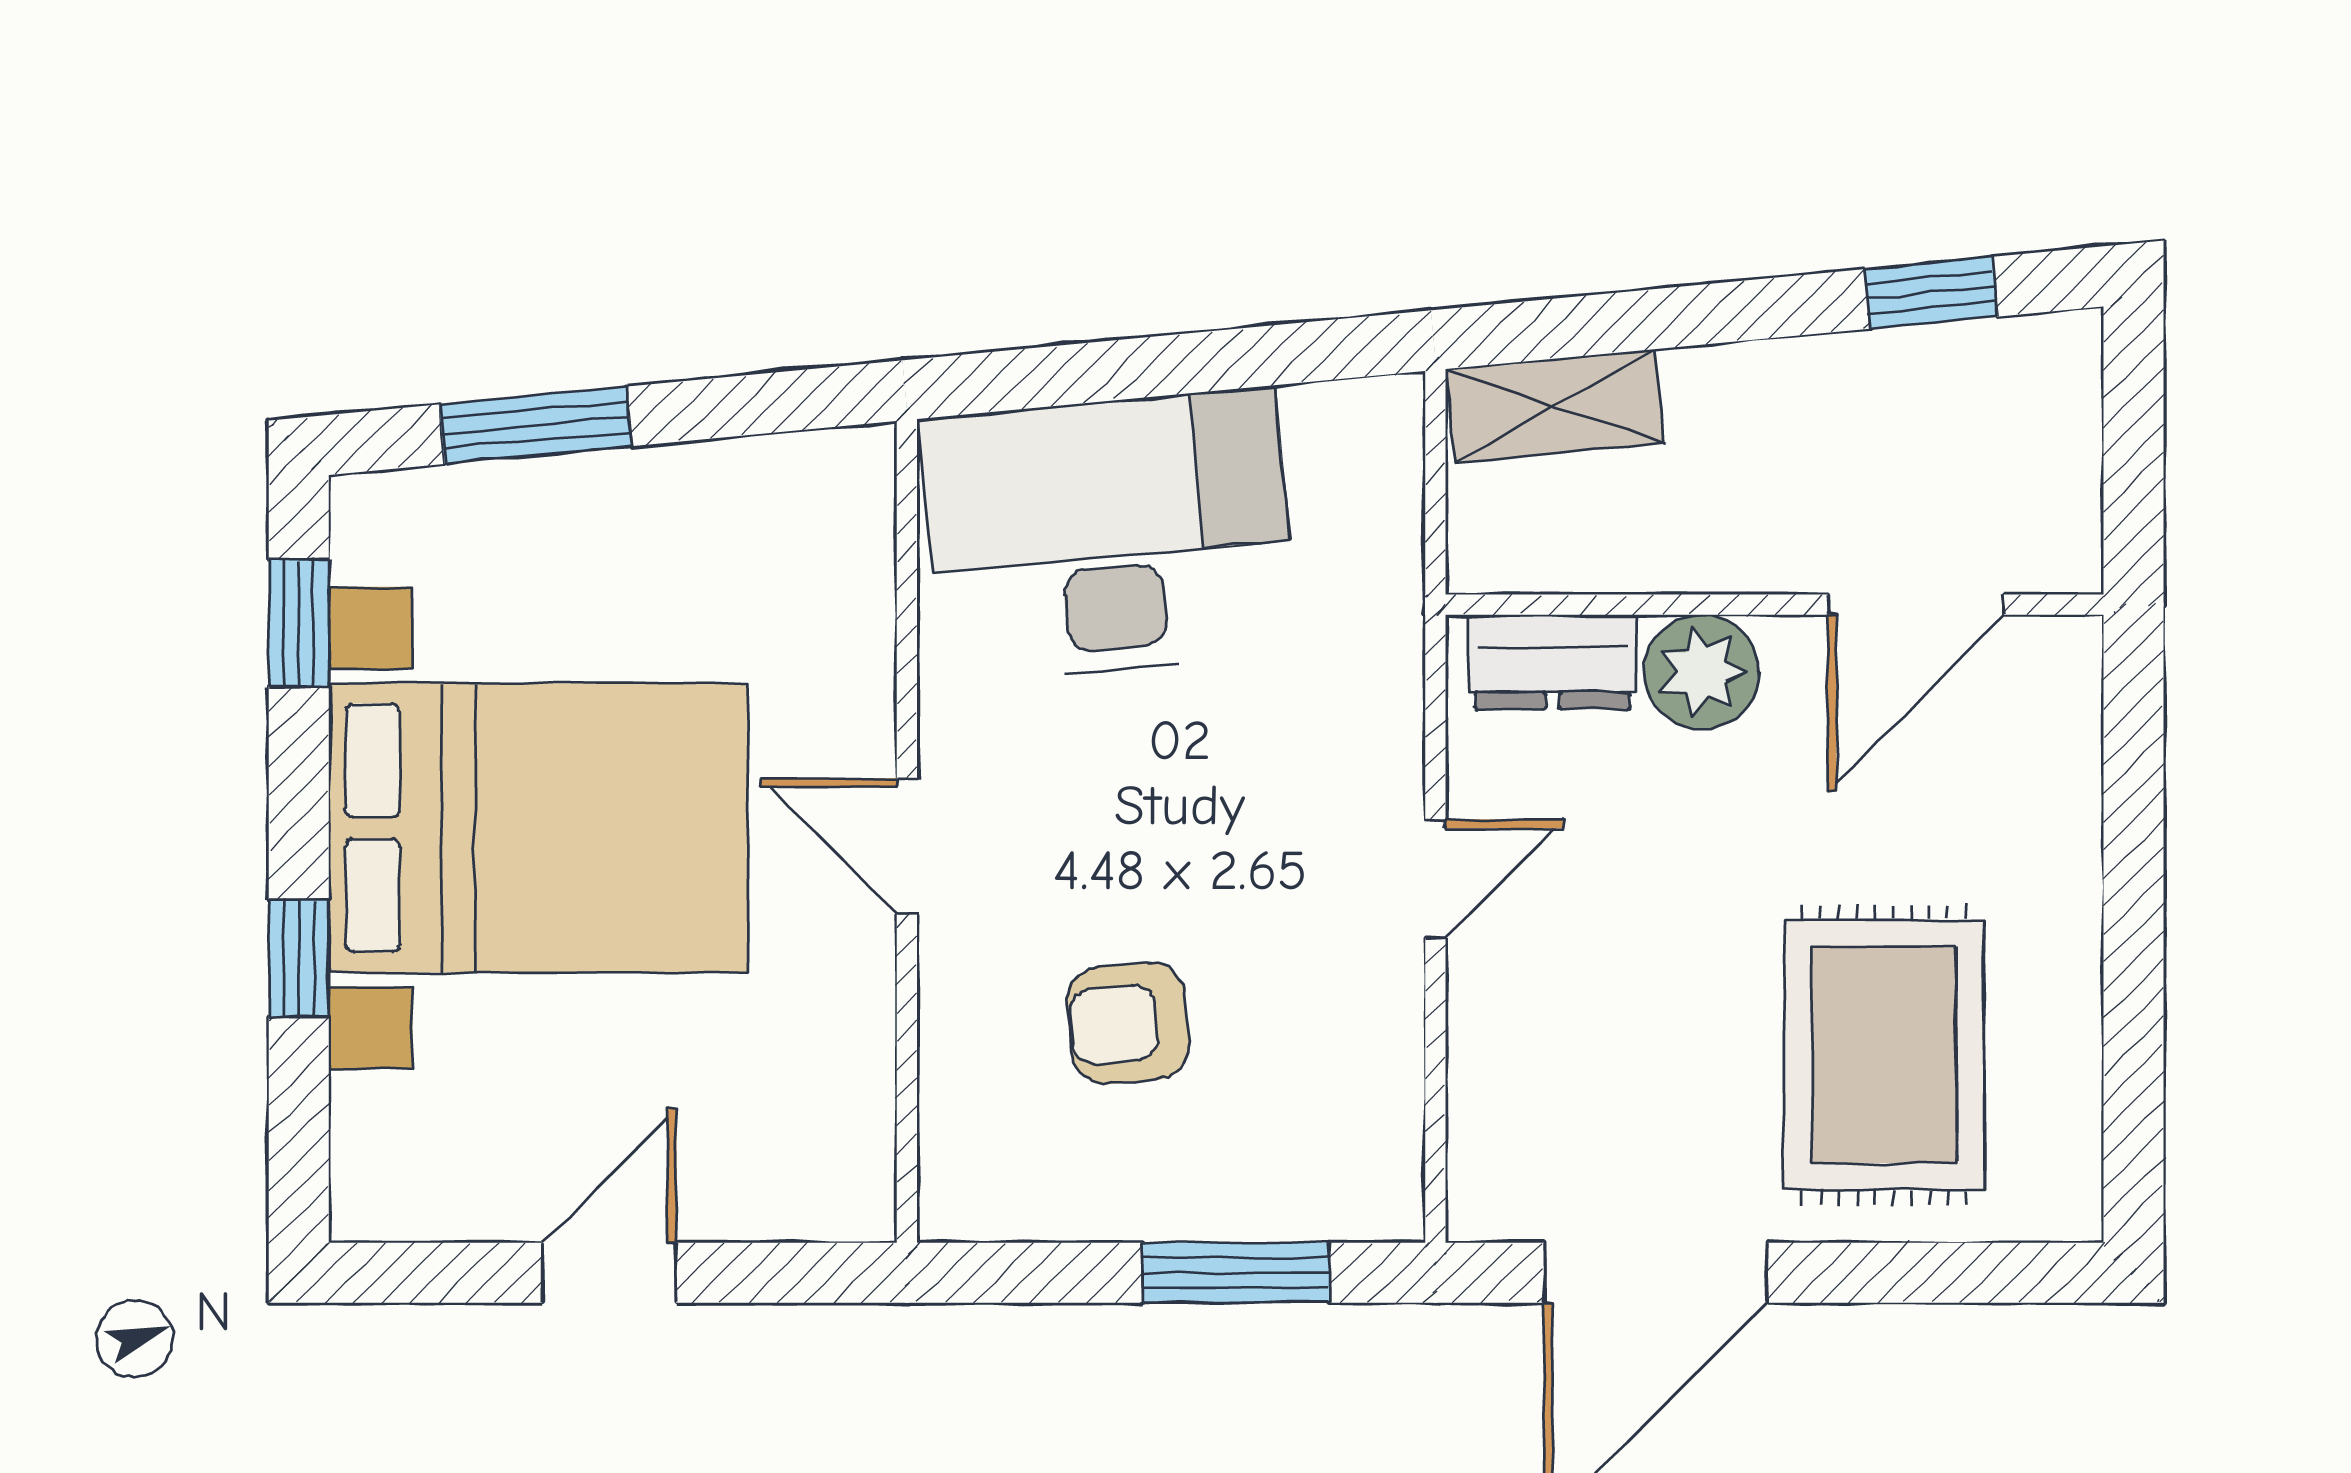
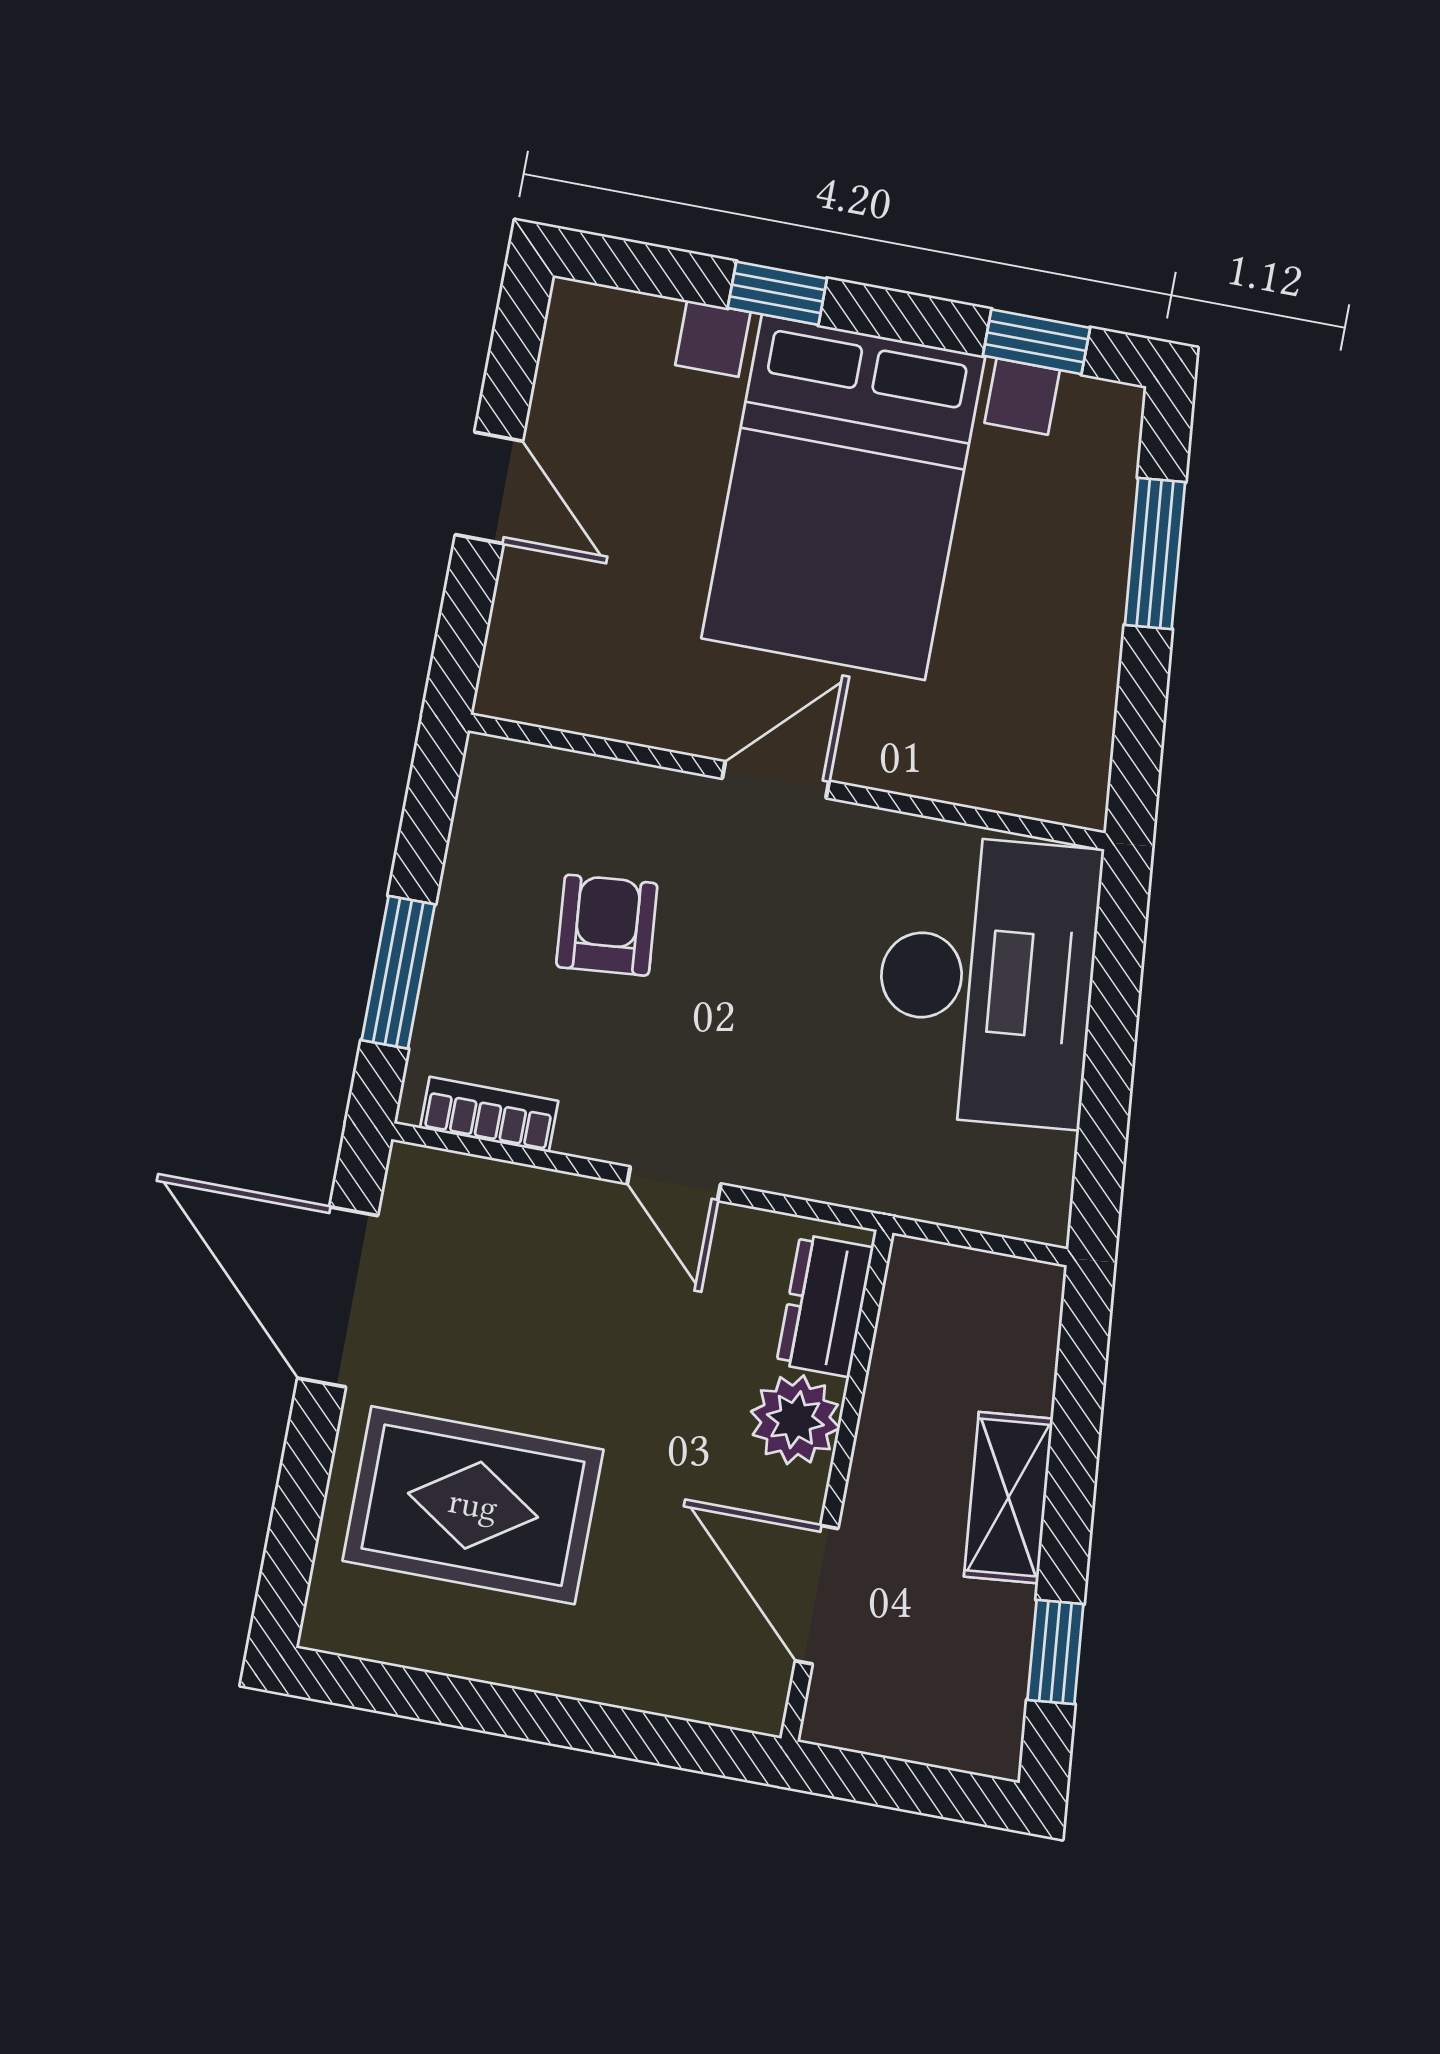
shelving: (1556, 406) -> (1008, 1498), moved
bookcase: (1392, 1126) -> (489, 1115), added

